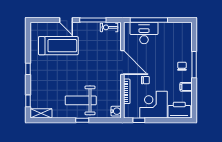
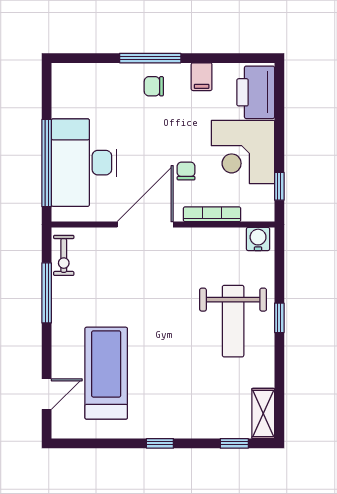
door: (66, 20) -> (47, 394), moved
desk: (144, 33) -> (84, 163), width x1.36, depth x1.30

